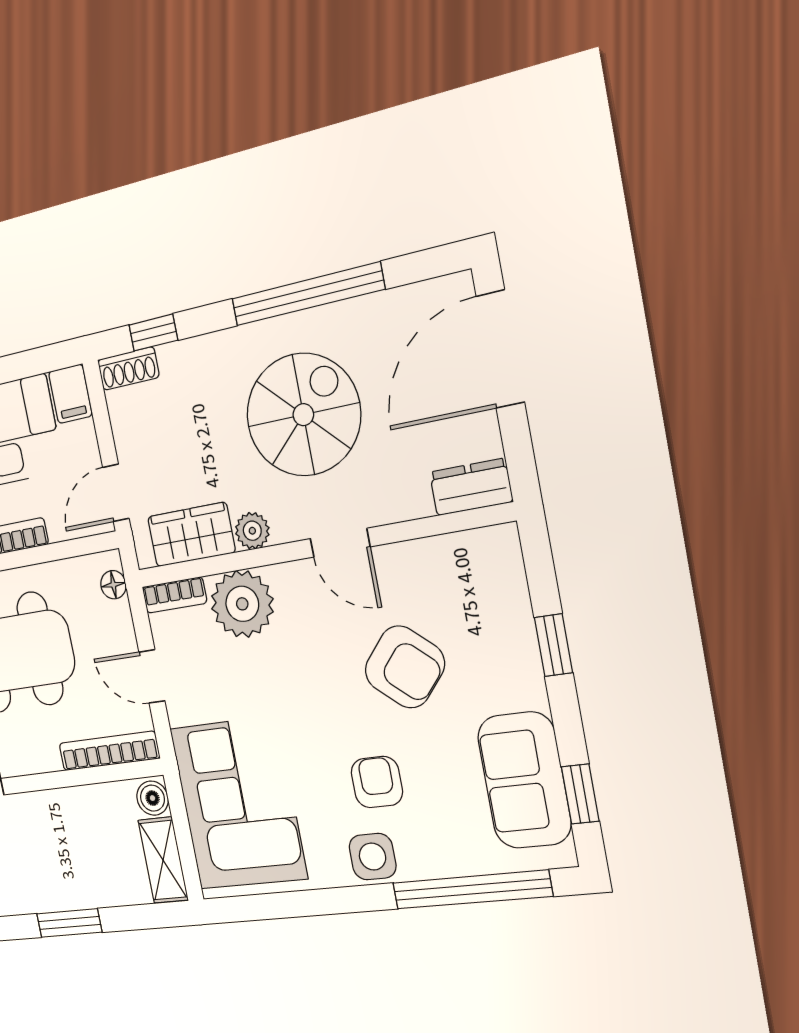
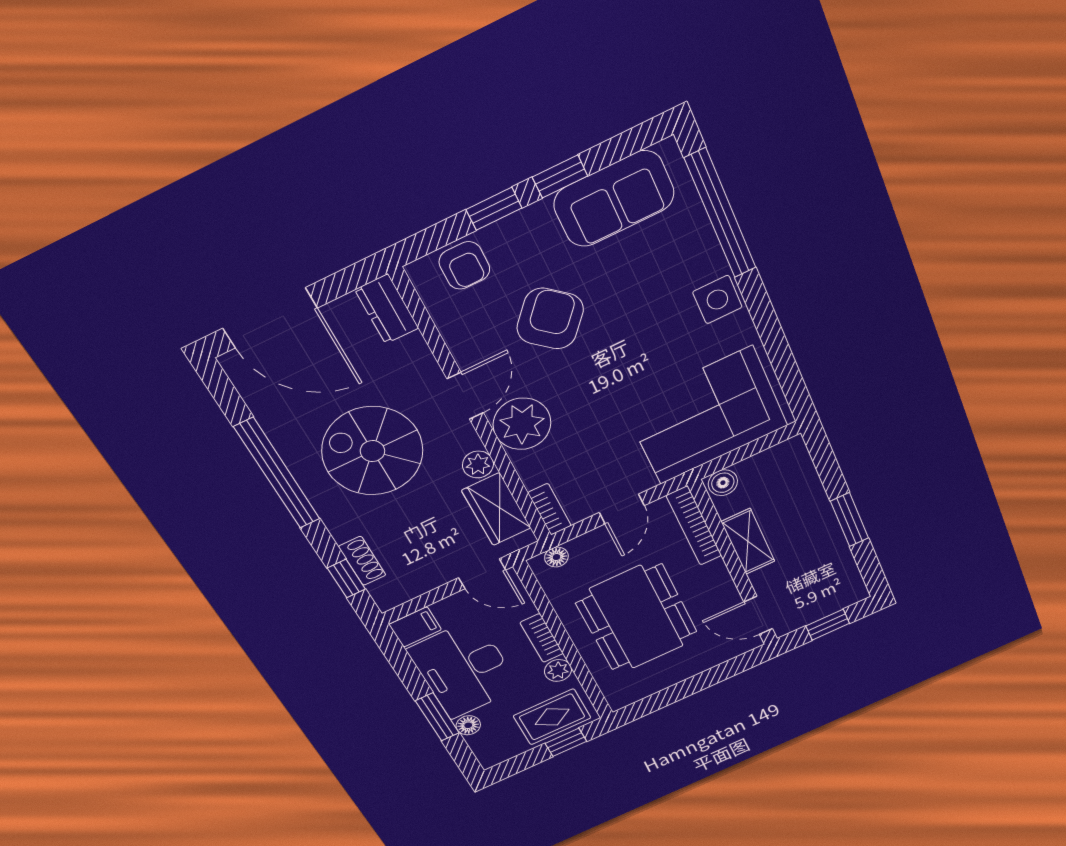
shoe rack: (128, 368) -> (362, 561), moved
plant: (242, 604) -> (522, 424), moved
armchair: (377, 782) -> (464, 265), moved, turned -90
window: (580, 794) -> (560, 176), moved
shelving: (163, 860) -> (748, 541), moved, turned 90

